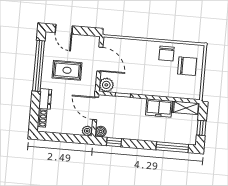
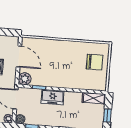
chair: (167, 53) -> (77, 51), removed
freezer: (159, 108) -> (53, 97), moved

